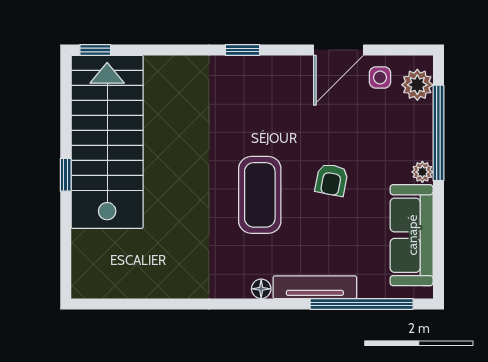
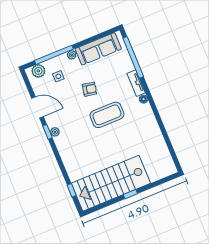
window: (95, 50) -> (72, 190), moved
window: (242, 50) -> (48, 132), moved
plant: (269, 66) -> (55, 132), added
side table: (380, 77) -> (58, 76), moved
tv unit: (315, 287) -> (136, 83), width x0.71

